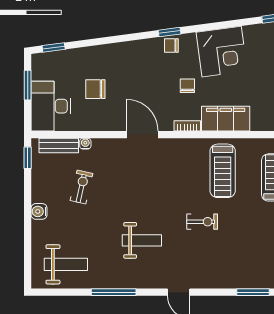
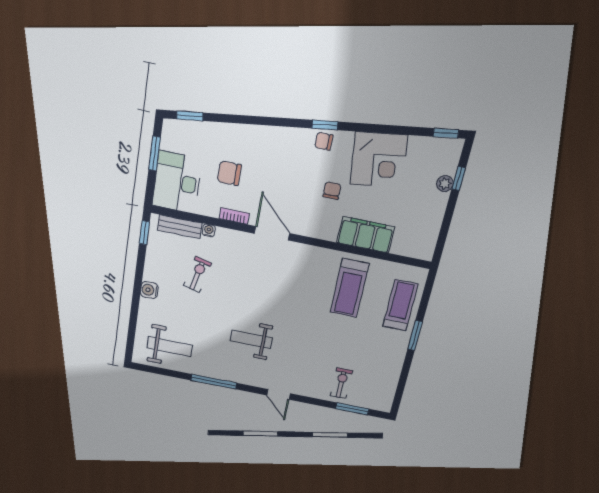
bookcase: (187, 126) -> (234, 216), moved
exercise bike: (202, 222) -> (341, 383), moved, turned -90
weight bench: (142, 240) -> (251, 339), turned 180

